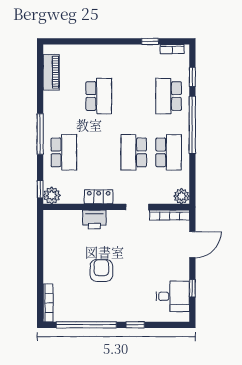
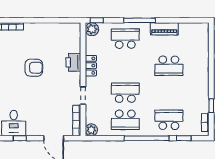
piano: (51, 72) -> (164, 29), moved
school desk: (64, 152) -> (125, 39), turned 180

